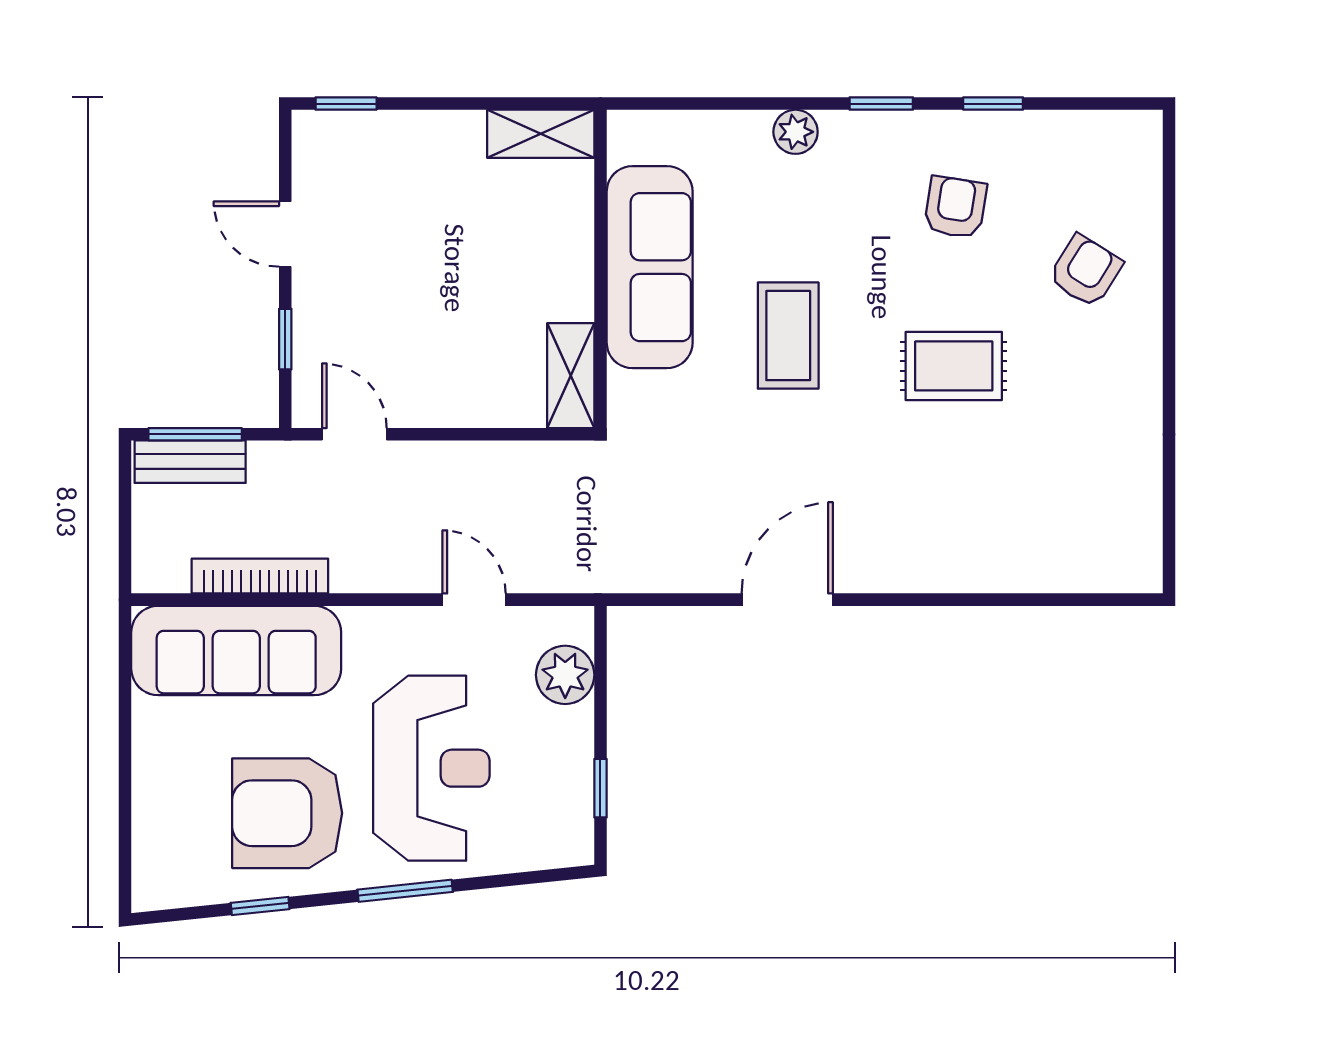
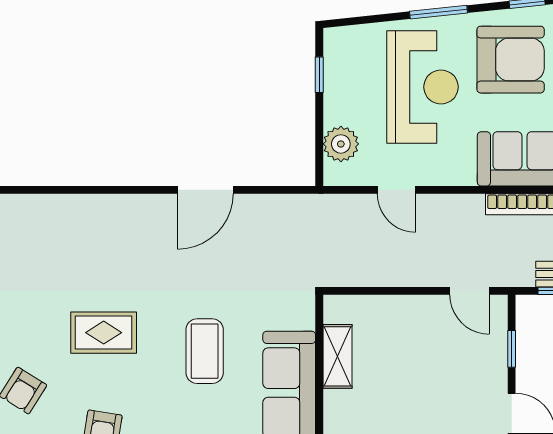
shelving: (571, 376) -> (337, 356), moved
reception desk: (431, 768) -> (423, 87), turned 180

